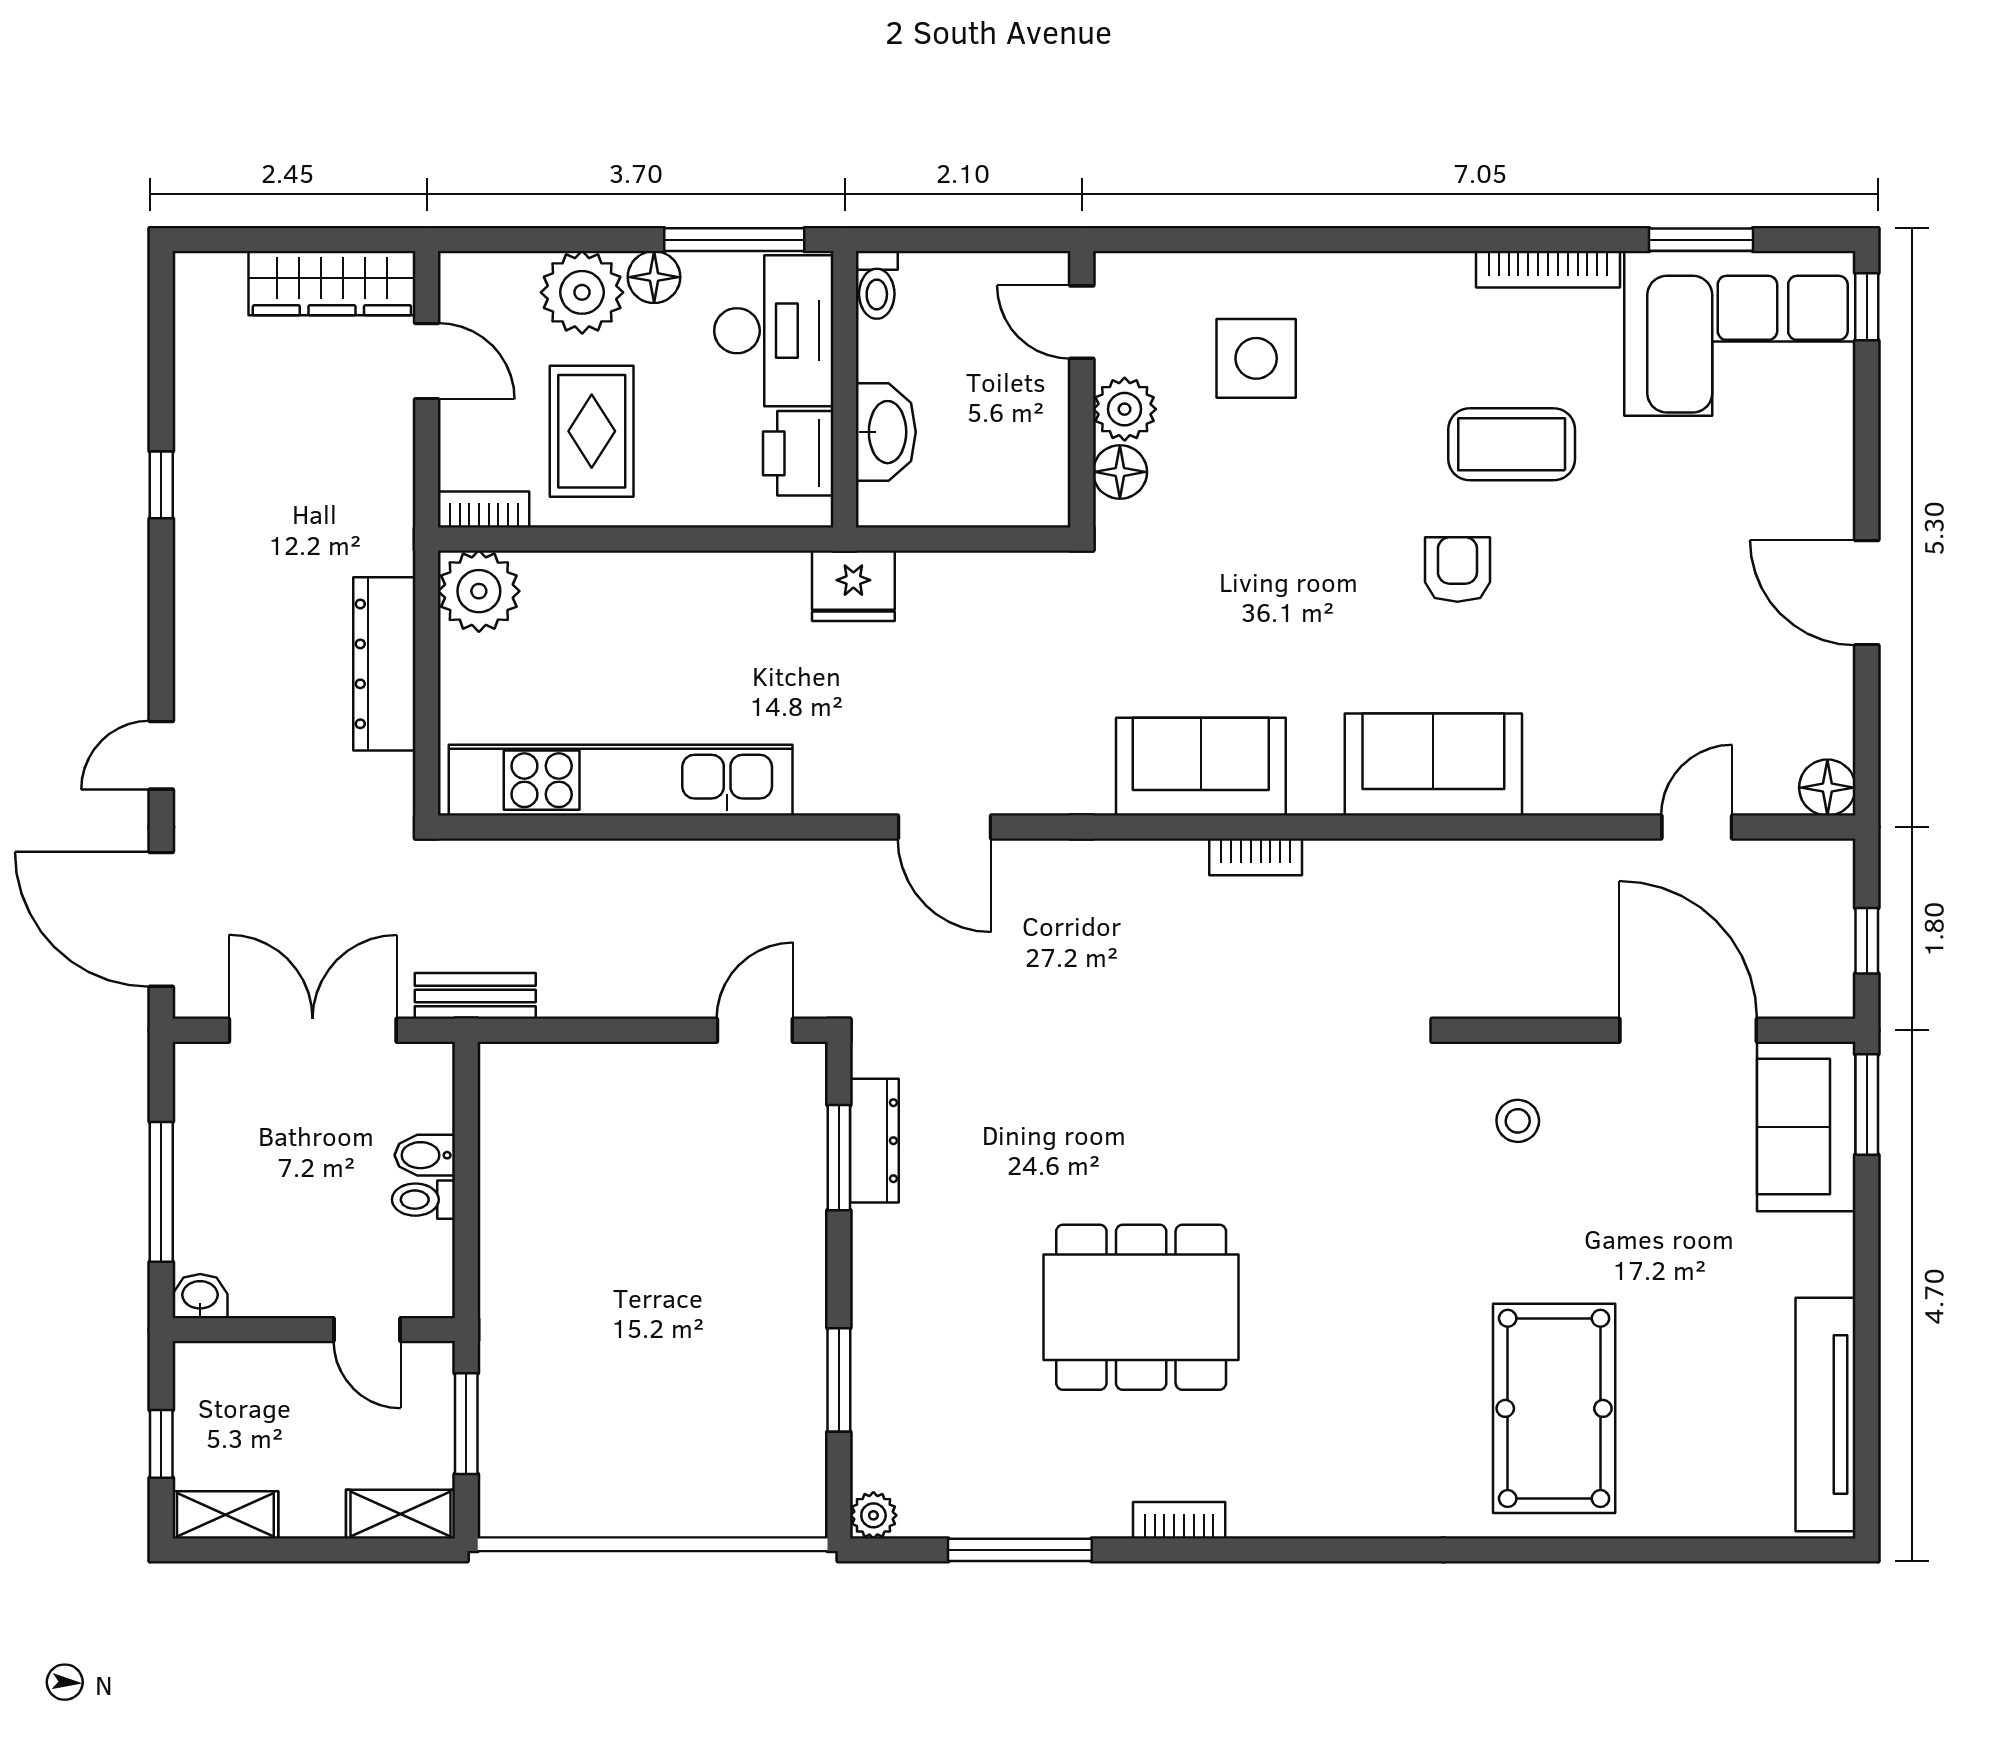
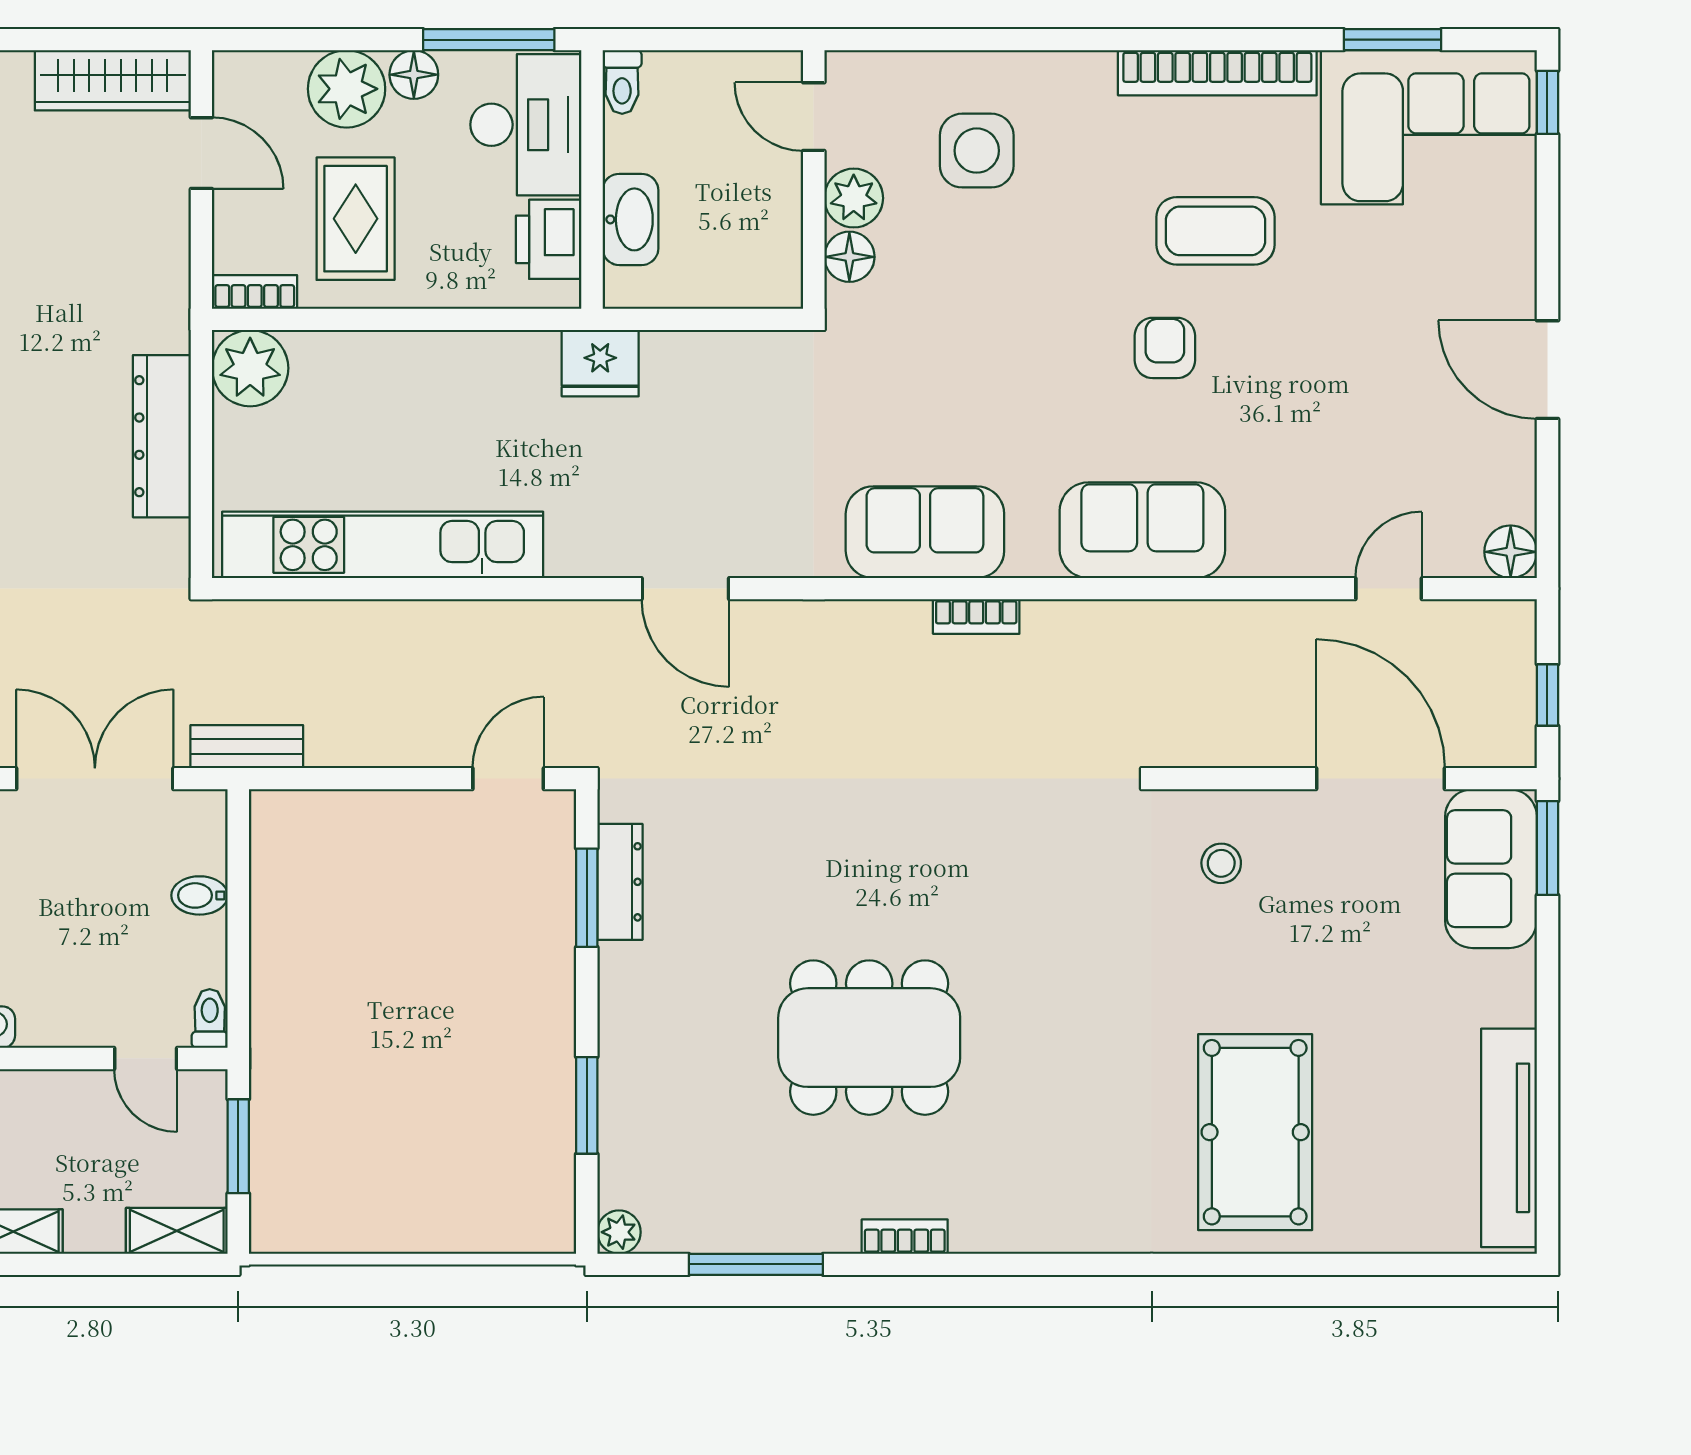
bookcase: (1548, 269) -> (1217, 73), width x1.48, depth x1.31
toilet: (423, 1200) -> (210, 1019), moved, turned 90

